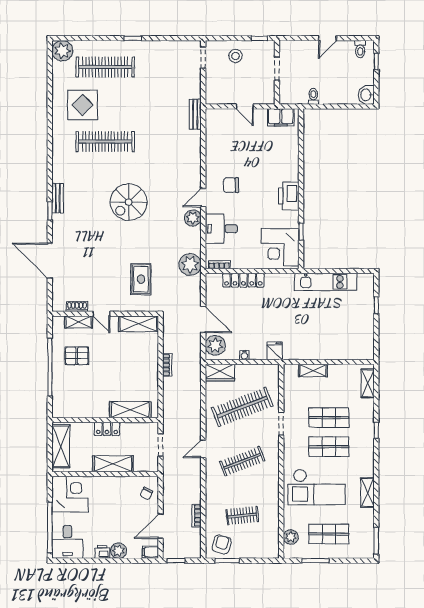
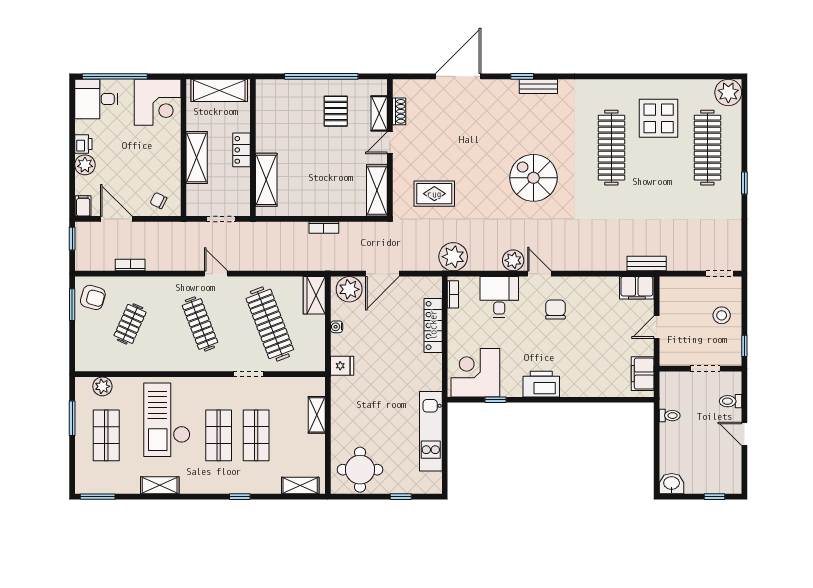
toilet: (360, 49) -> (731, 401), moved
filing cabinet: (214, 122) -> (637, 288), added
round table: (355, 337) -> (360, 470), added
clothes rail: (242, 516) -> (130, 324), turned 30

